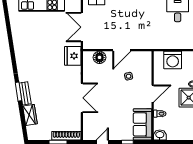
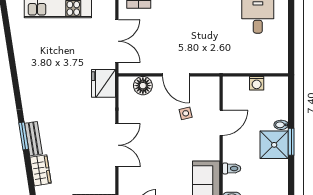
double door: (82, 27) -> (117, 41), swing flipped
door: (122, 50) -> (176, 75), hinge flipped
washing machine: (173, 60) -> (257, 83), width x0.53, depth x0.53
door: (153, 94) -> (221, 123), moved

